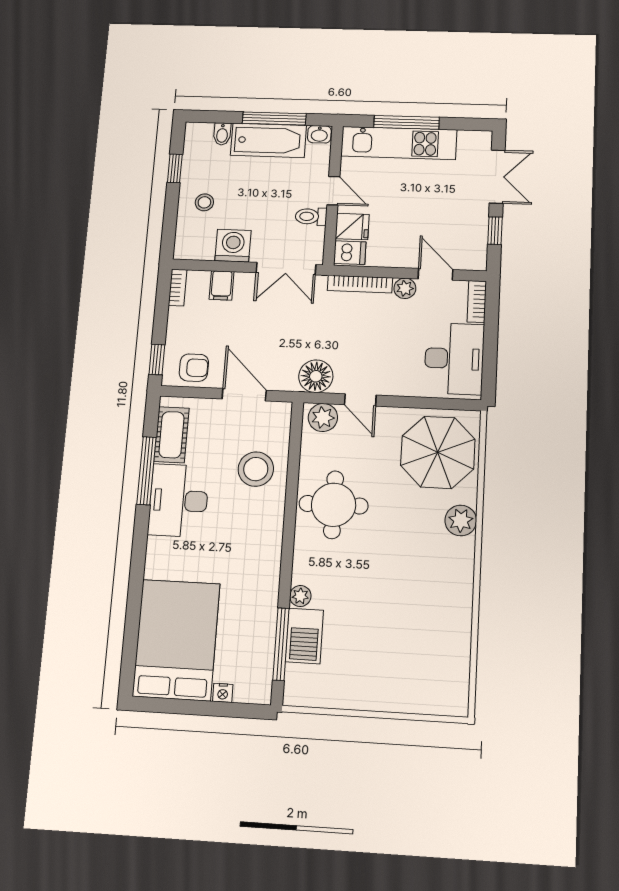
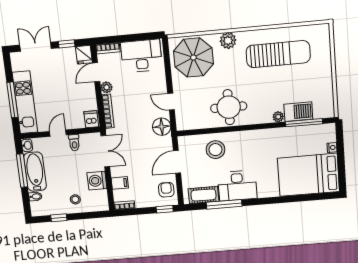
fridge: (352, 227) -> (84, 55), moved, turned 180
door: (360, 400) -> (171, 102), swing flipped
plant: (323, 418) -> (183, 120), removed
sun lounger: (422, 612) -> (278, 54), added

